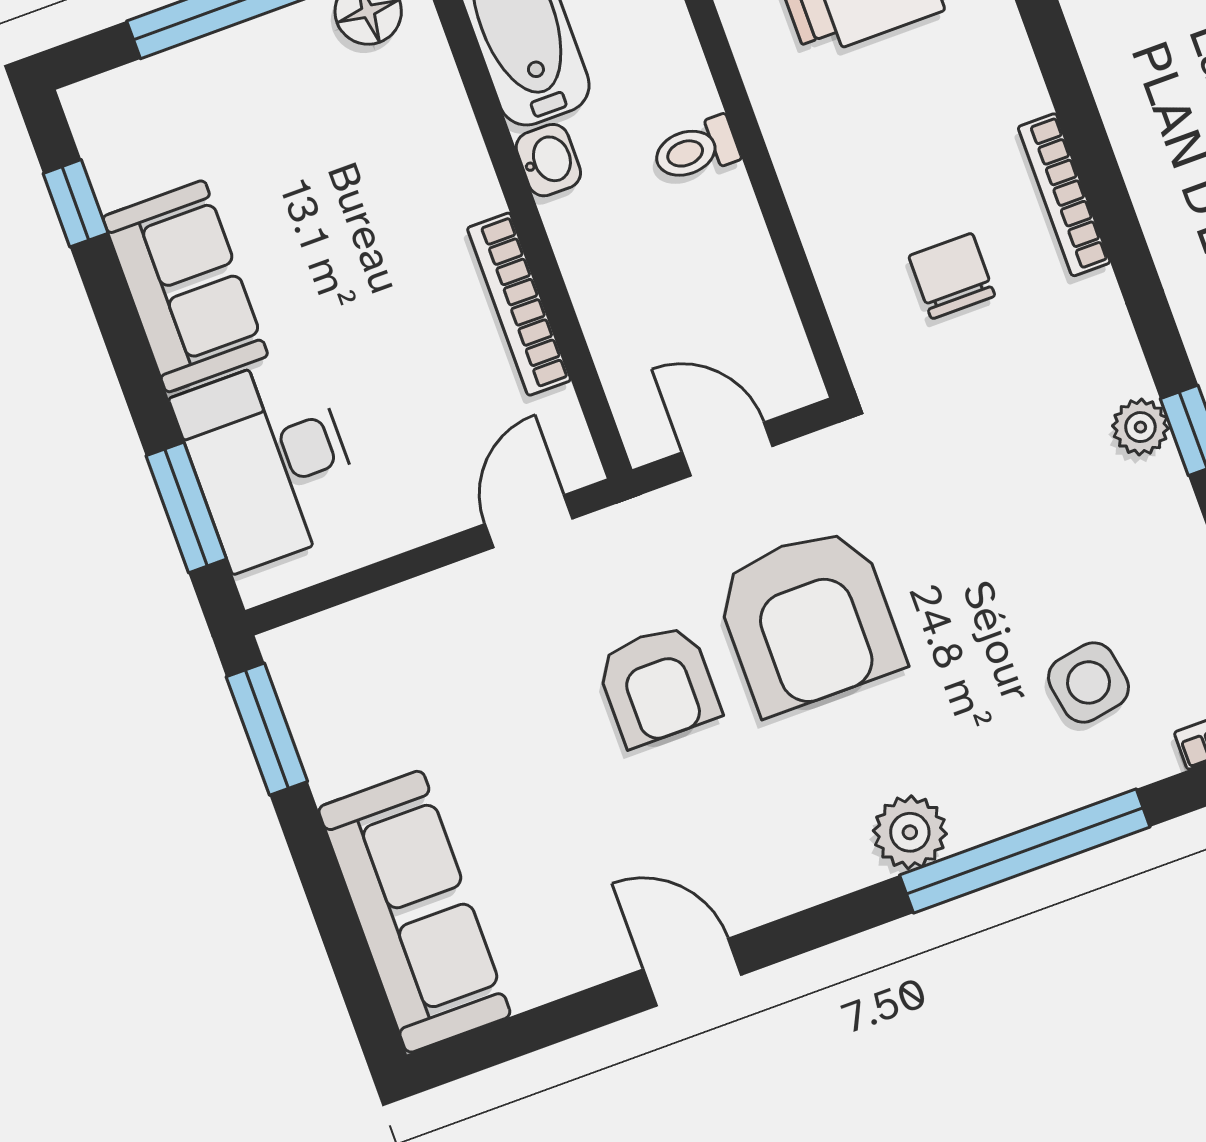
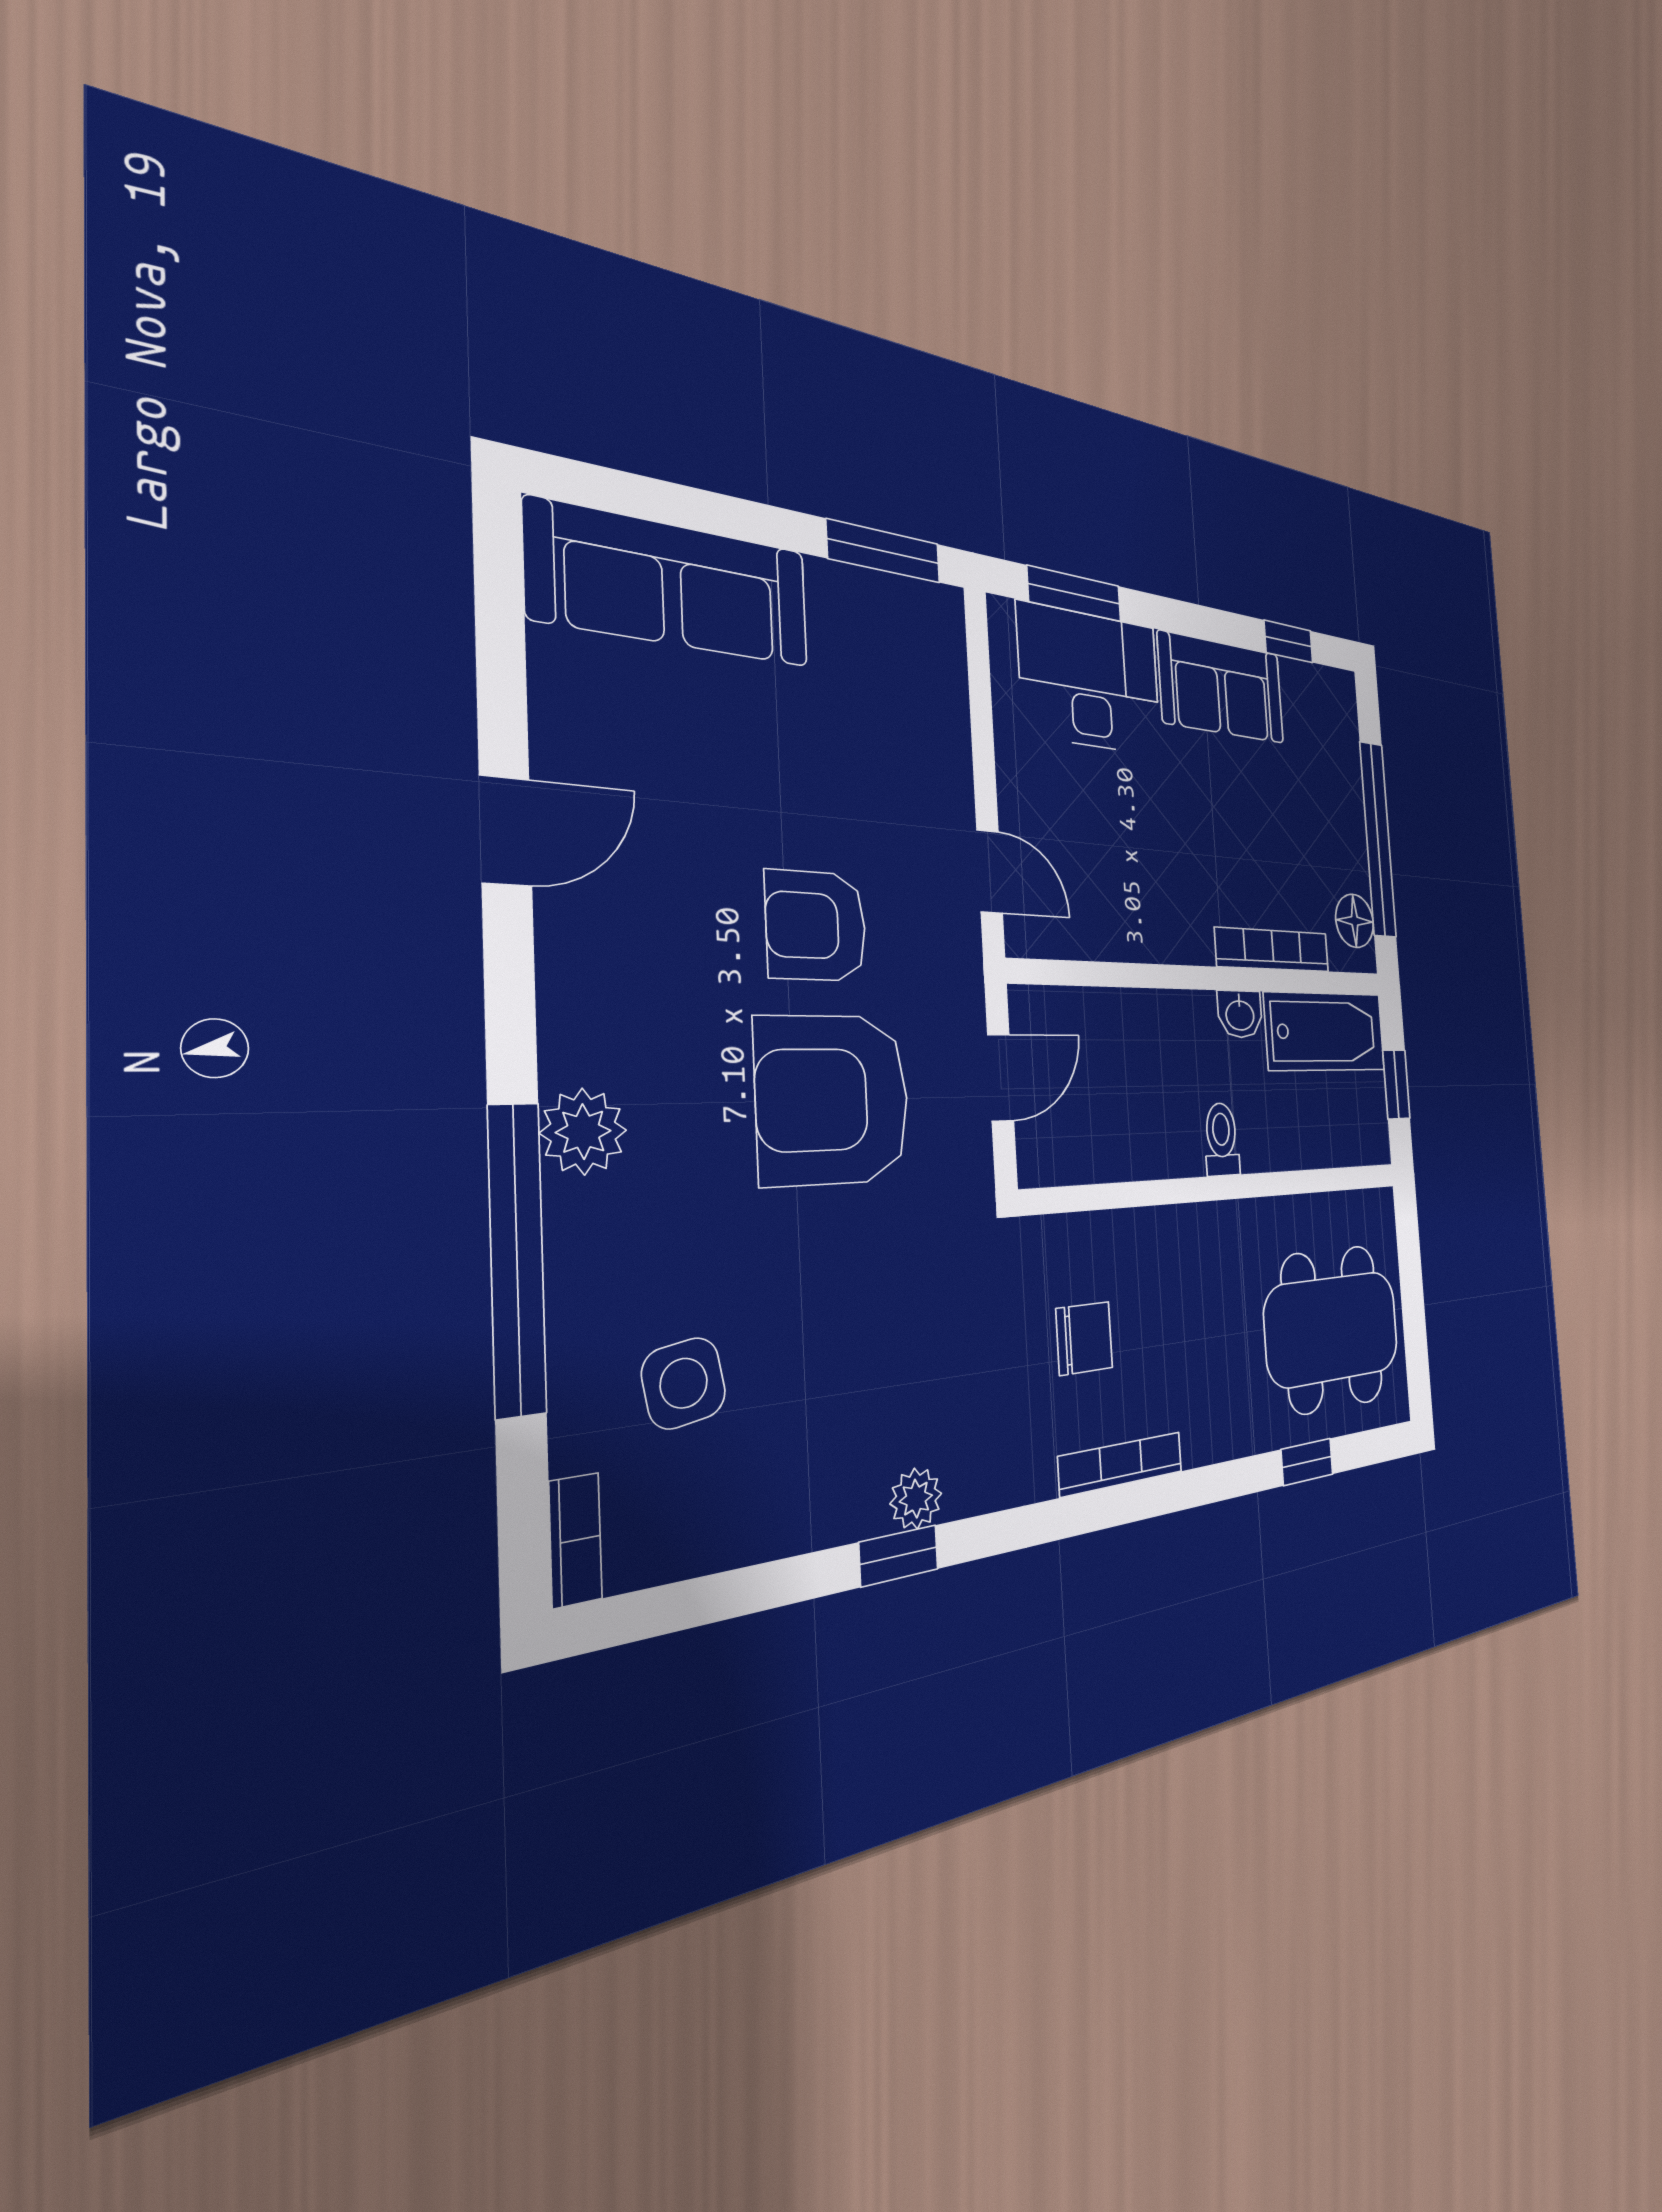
bookcase: (519, 304) -> (1273, 950), moved

